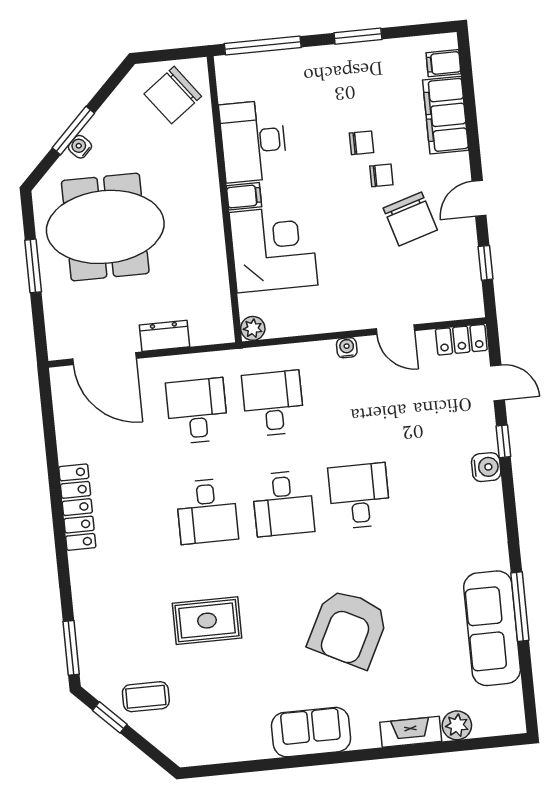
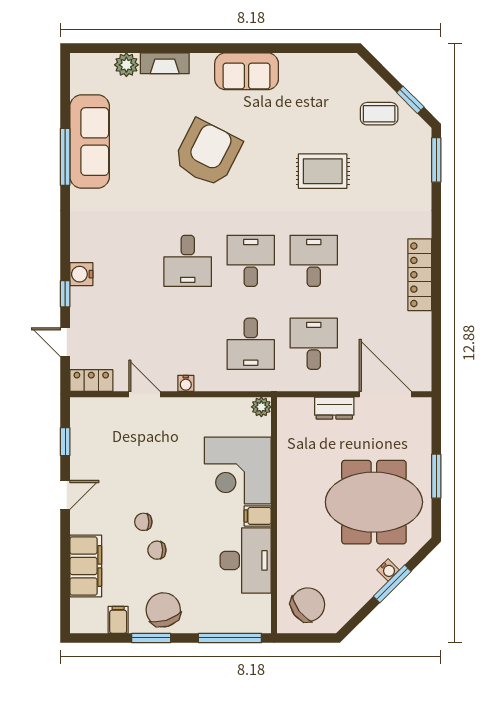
filing cabinet: (443, 63) -> (118, 620), moved, turned -90
chair: (410, 219) -> (163, 610), moved
desk: (197, 411) -> (314, 344), turned 180

